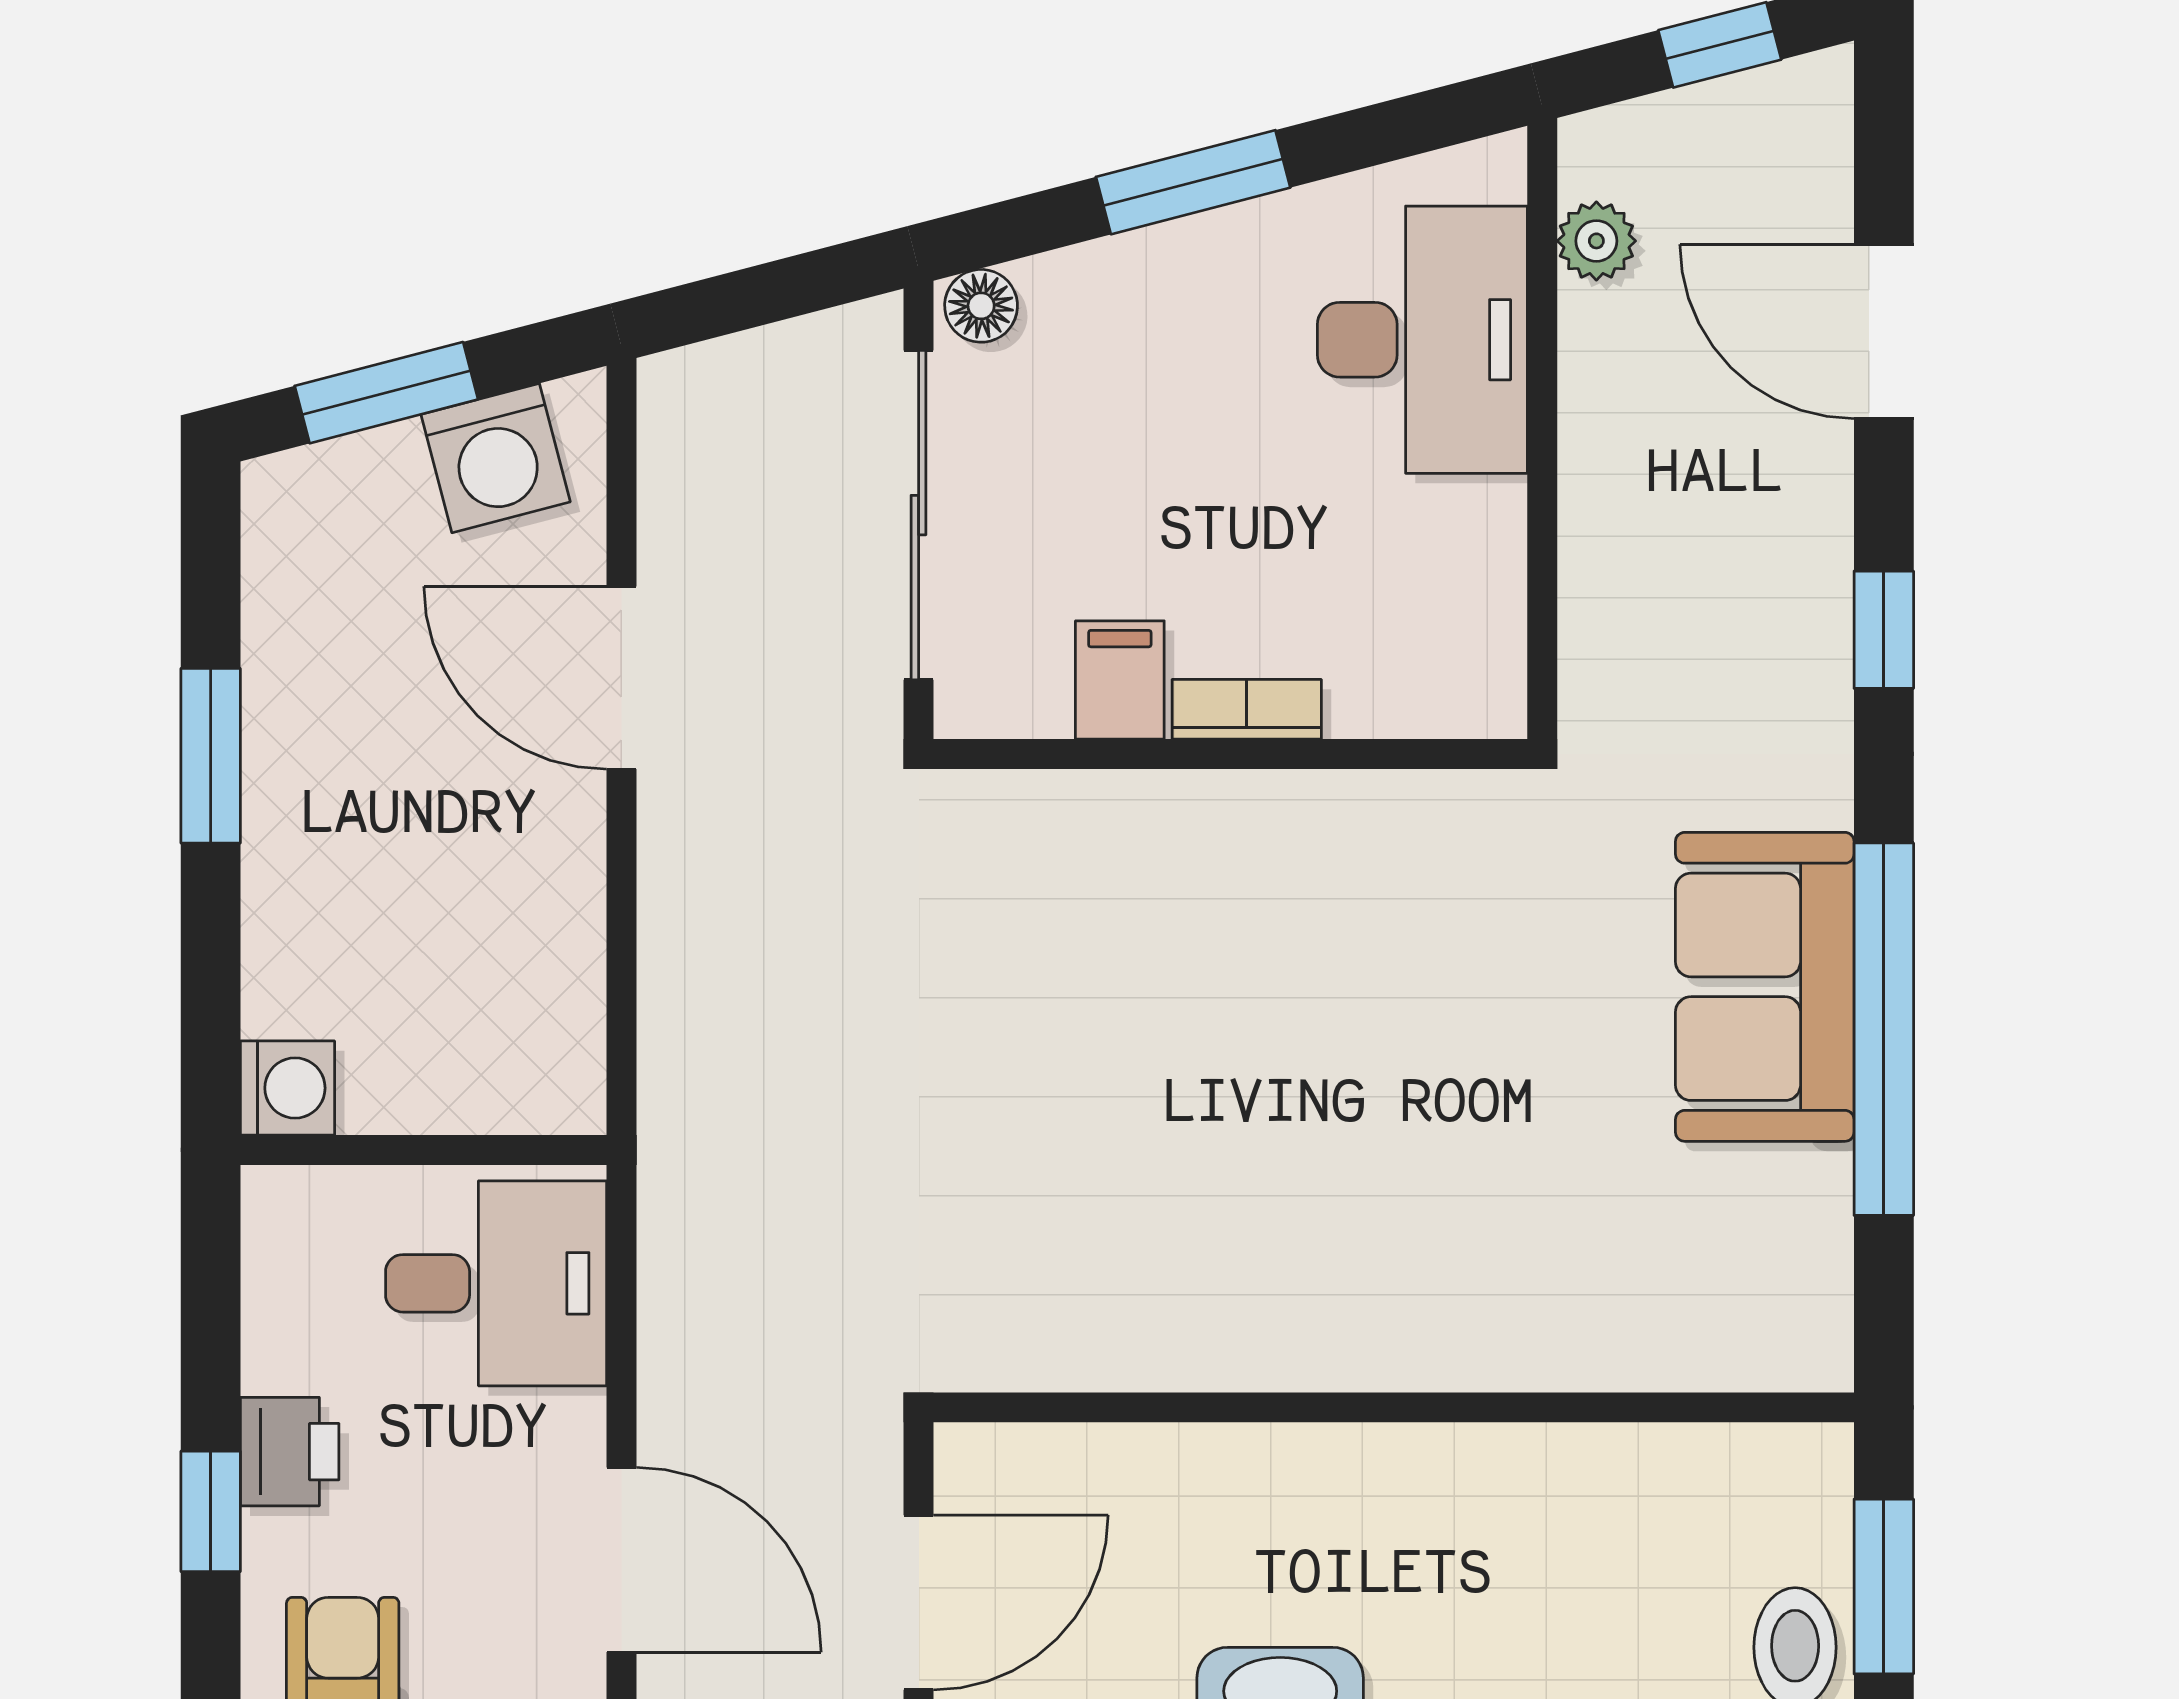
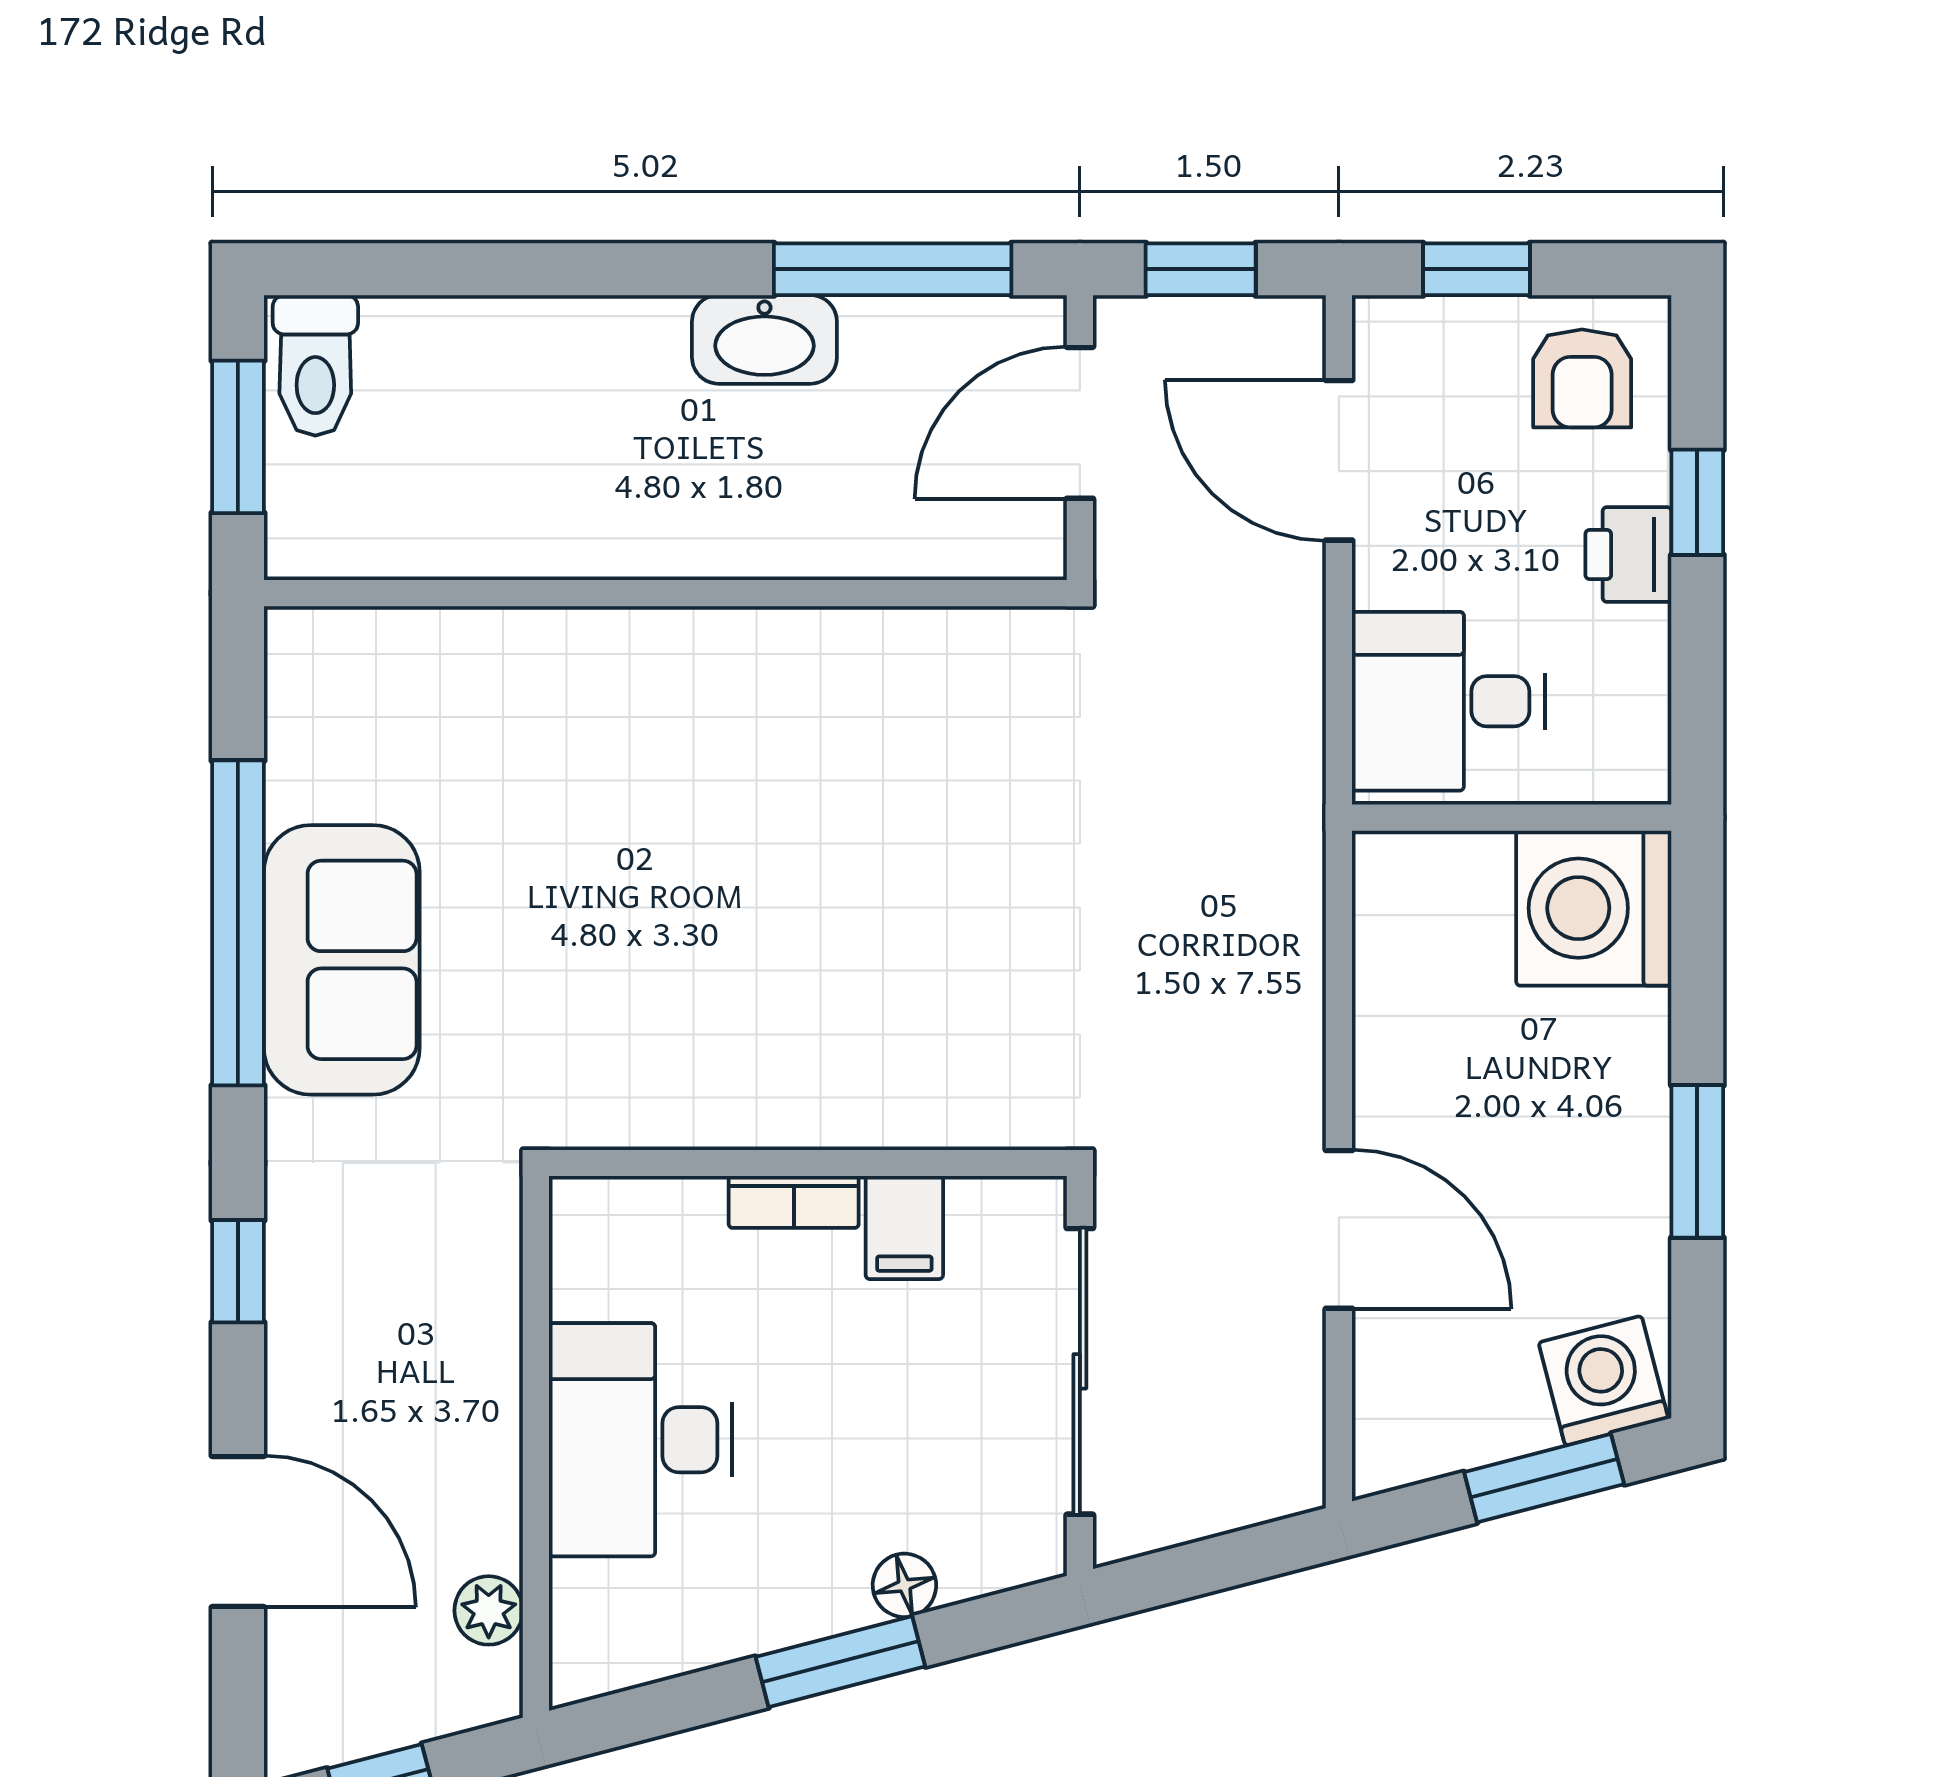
floor lamp: (981, 306) -> (904, 1585), moved
desk: (1422, 340) -> (640, 1440), moved
washing machine: (496, 458) -> (1603, 1381), moved
washing machine: (287, 1088) -> (1594, 908), width x1.89, depth x1.89

